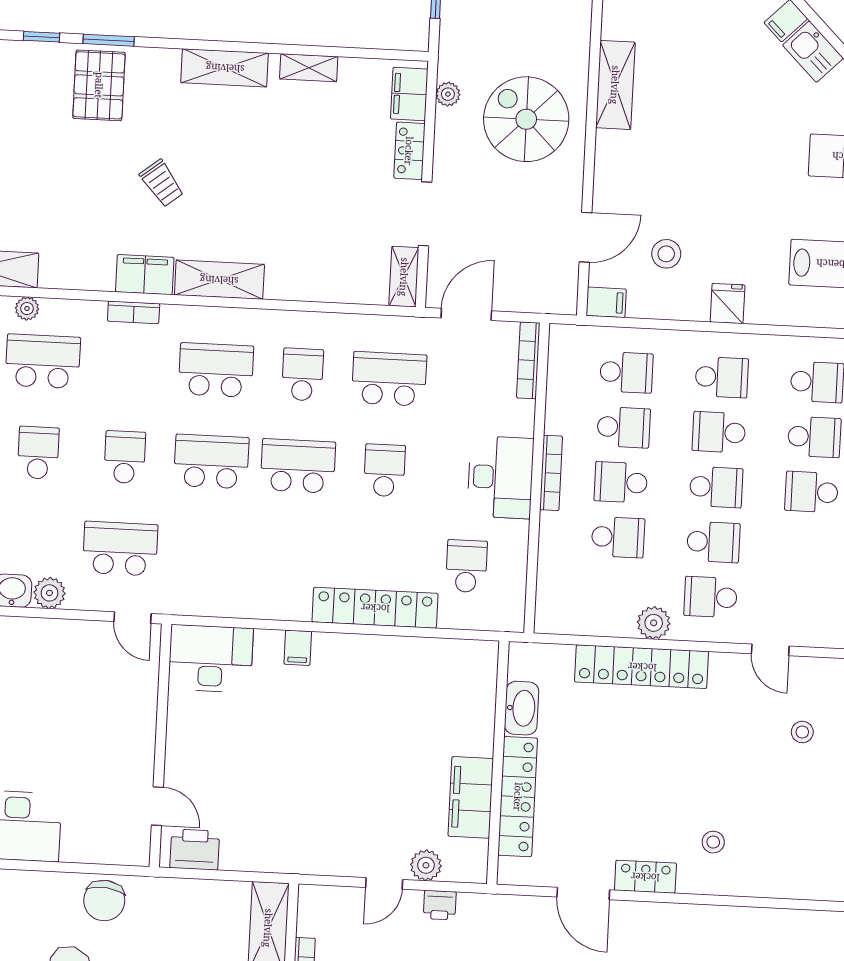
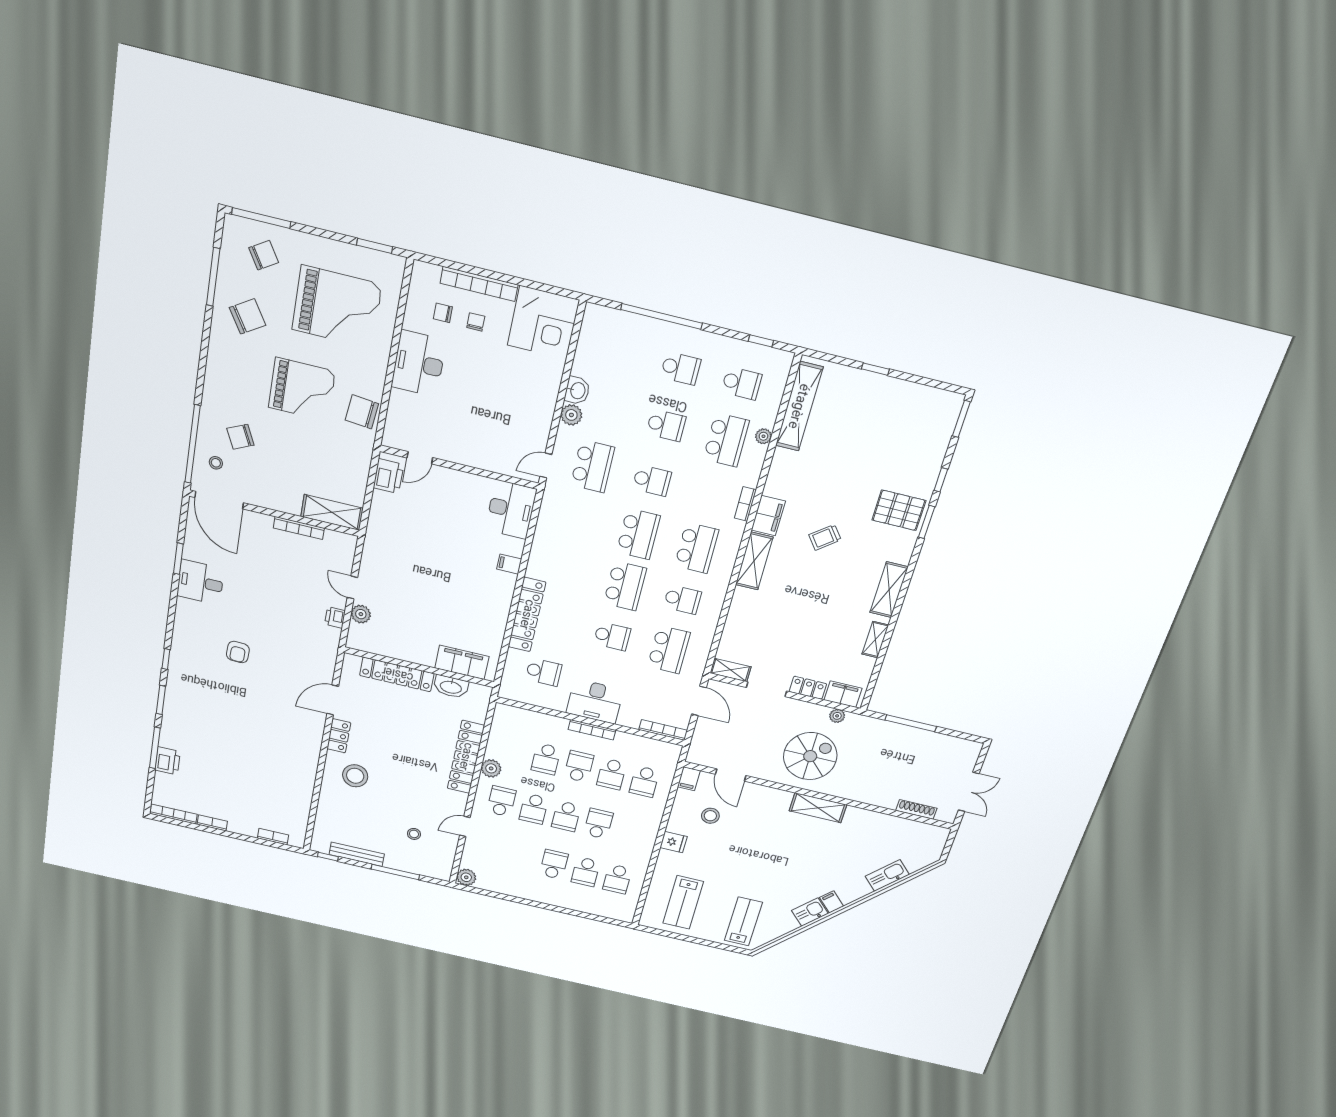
school desk: (722, 377) -> (631, 831), removed
filing cabinet: (471, 797) -> (462, 662), moved
stool: (713, 842) -> (355, 776), width x1.89, depth x1.89

